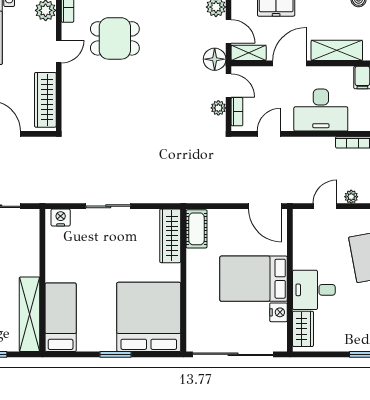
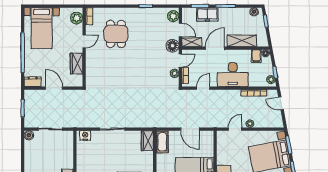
dining table: (115, 38) -> (116, 34), turned 90
door: (229, 85) -> (180, 61), hinge flipped
wardrobe: (45, 100) -> (76, 64), width x0.67
door: (265, 206) -> (190, 129), moved
wardrobe: (170, 236) -> (147, 141), width x0.67

